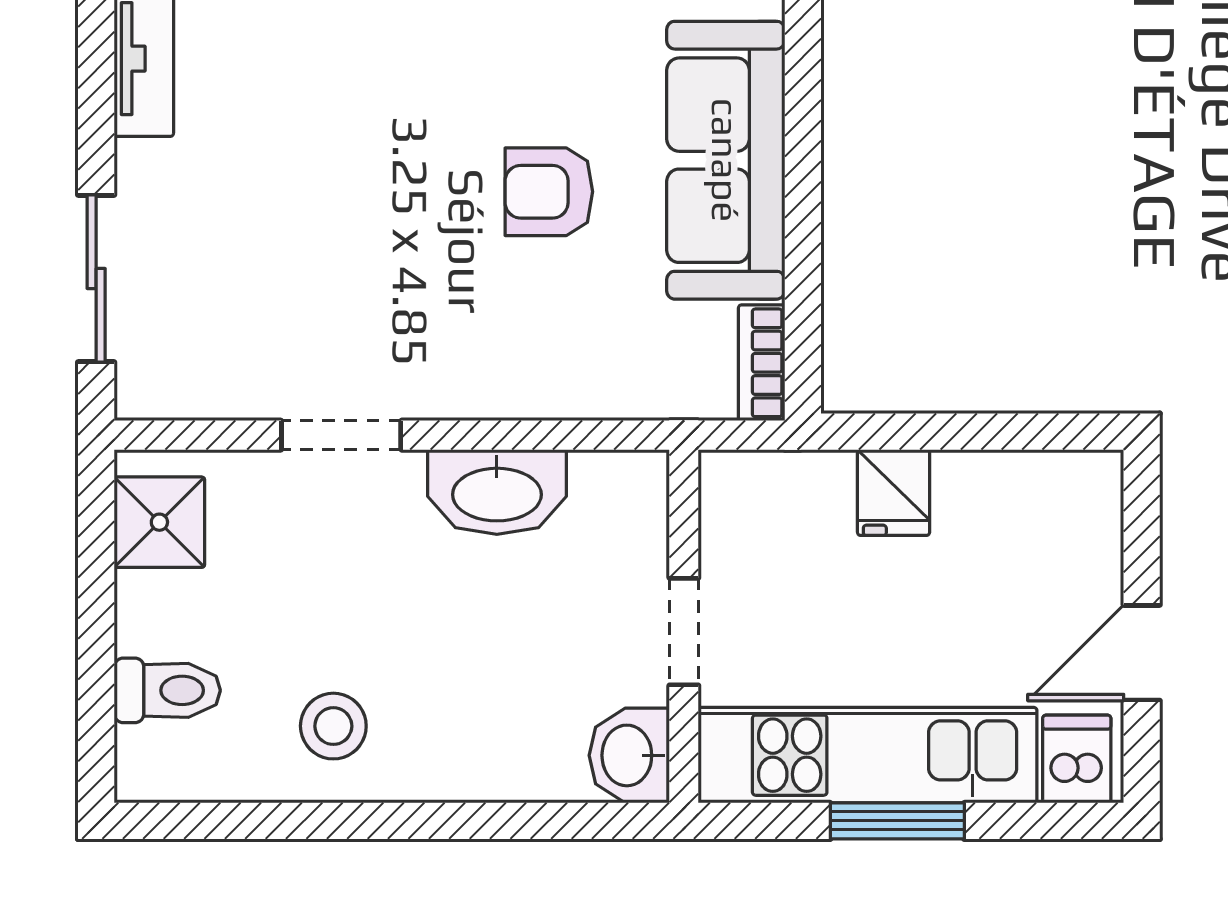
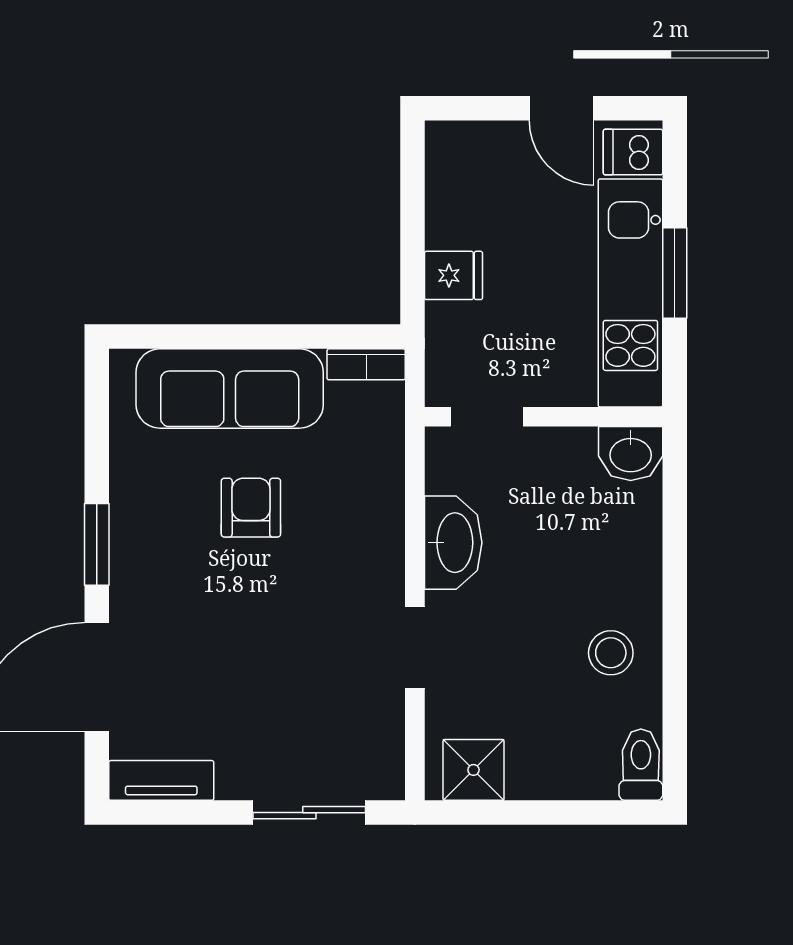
armchair: (549, 192) -> (251, 508), turned 180
doorway: (684, 632) -> (487, 417), moved
toilet: (167, 690) -> (641, 765), moved

